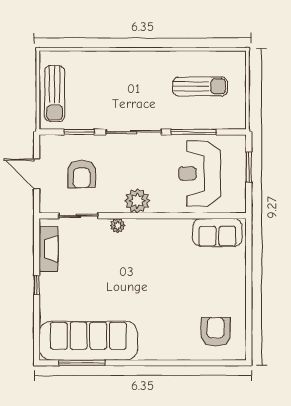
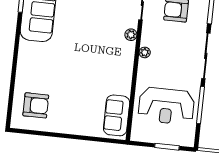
reception desk: (199, 173) -> (166, 106), turned 180
plant: (137, 201) -> (145, 52), width x0.53, depth x0.53

